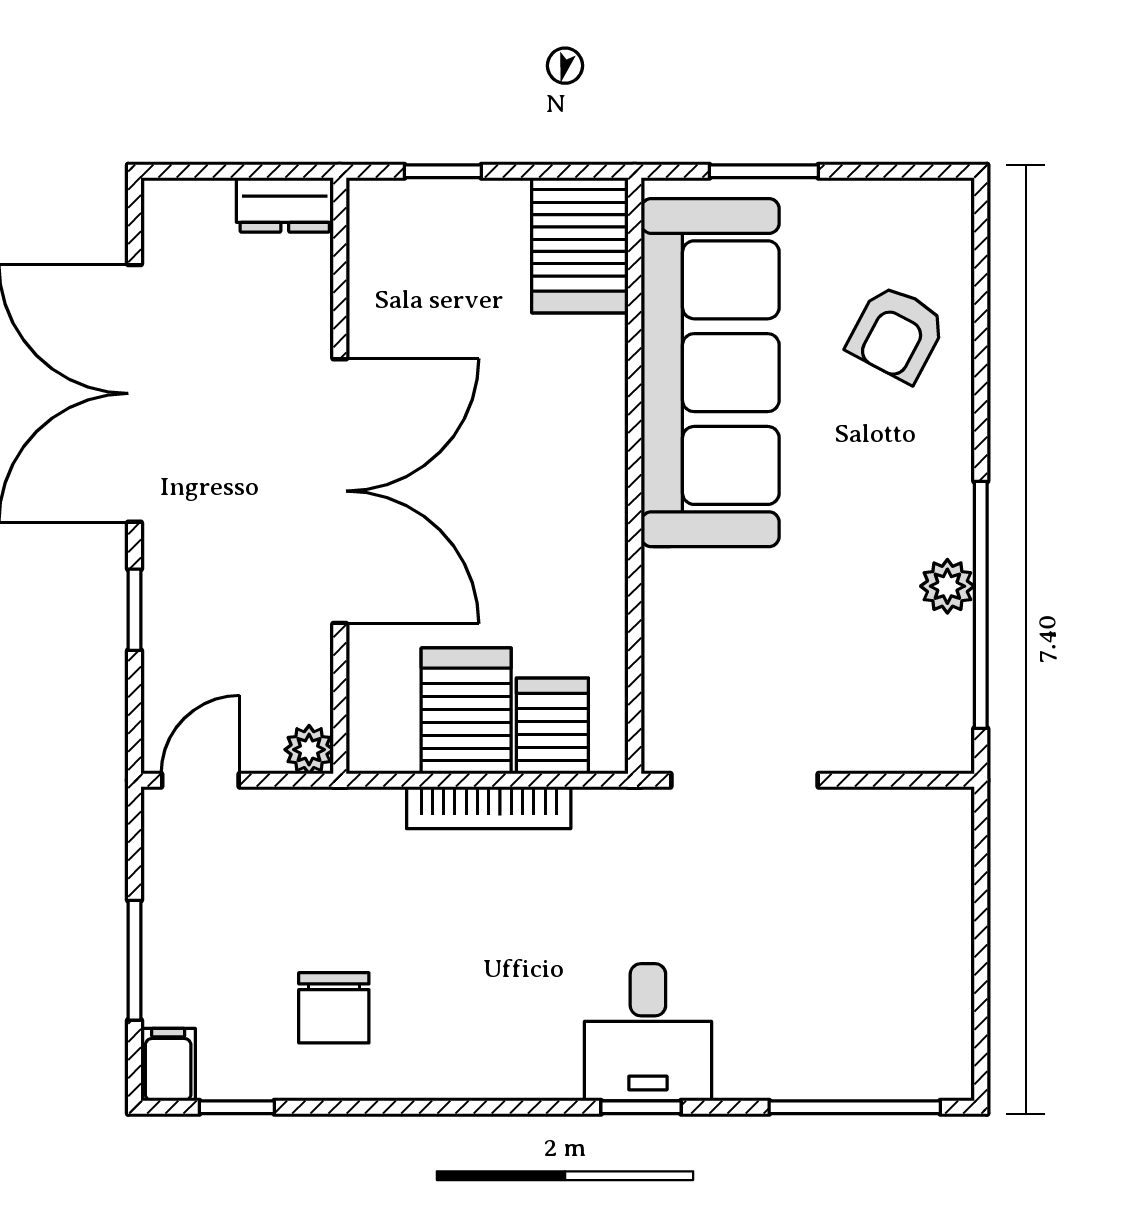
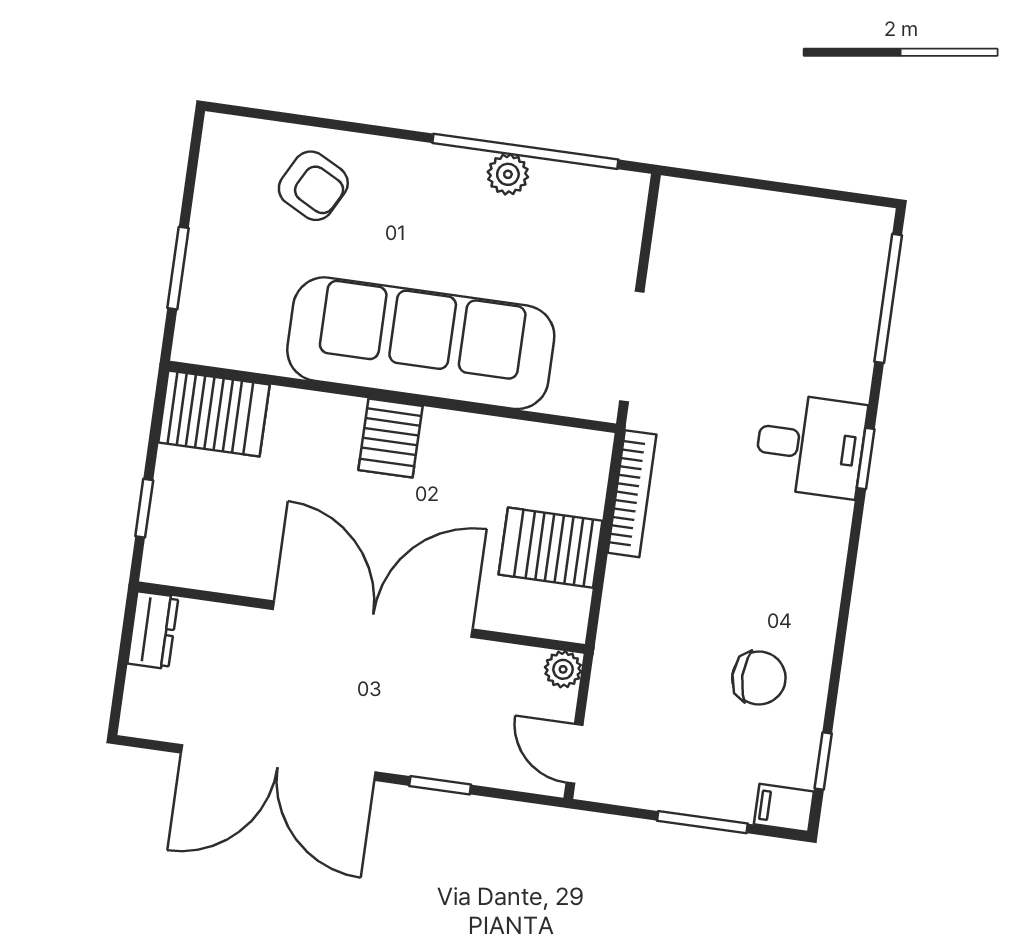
sofa: (710, 373) -> (421, 343), moved
server rack: (552, 726) -> (390, 438), moved, turned -90
bookcase: (489, 808) -> (632, 494), moved

